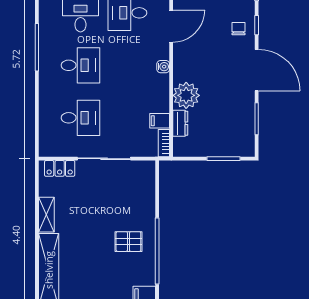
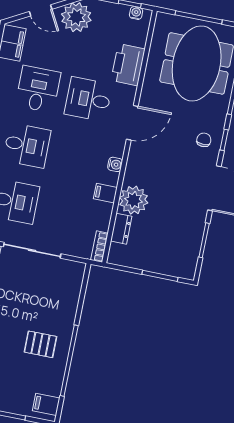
filing cabinet: (160, 121) -> (105, 193), moved

